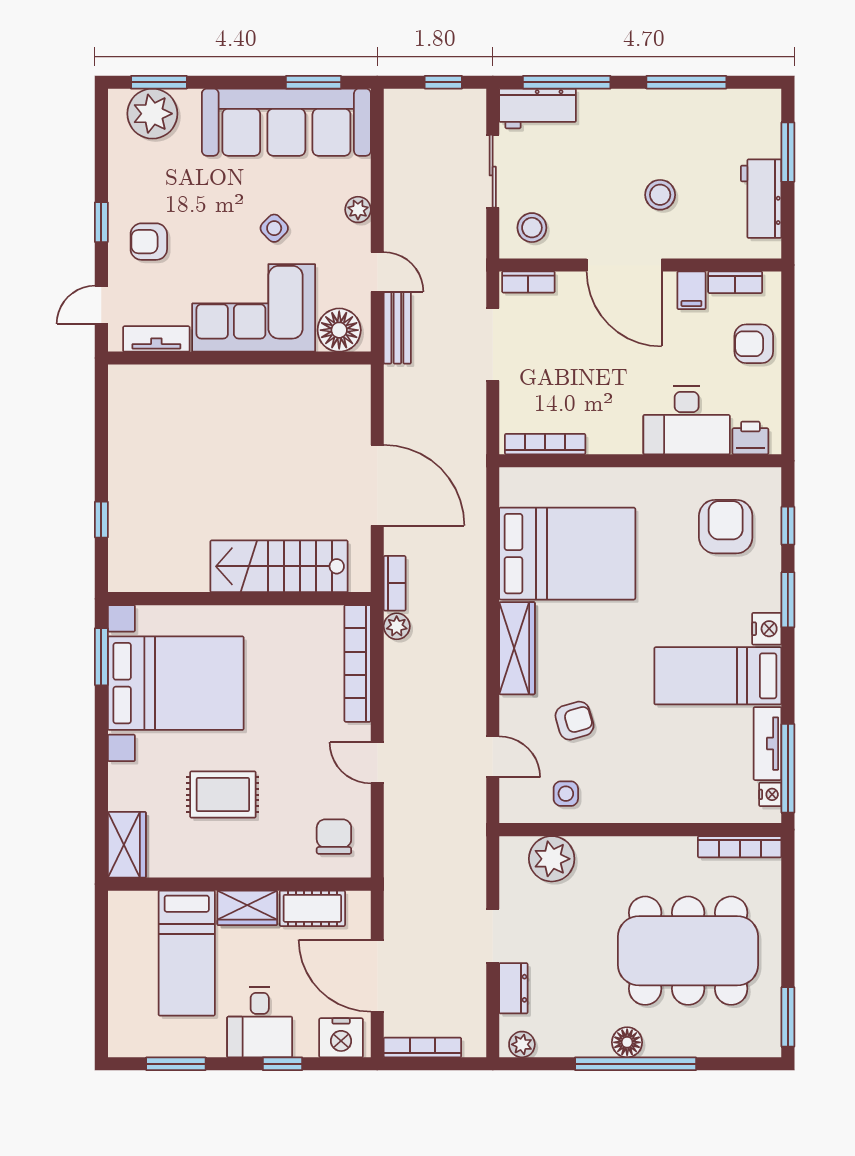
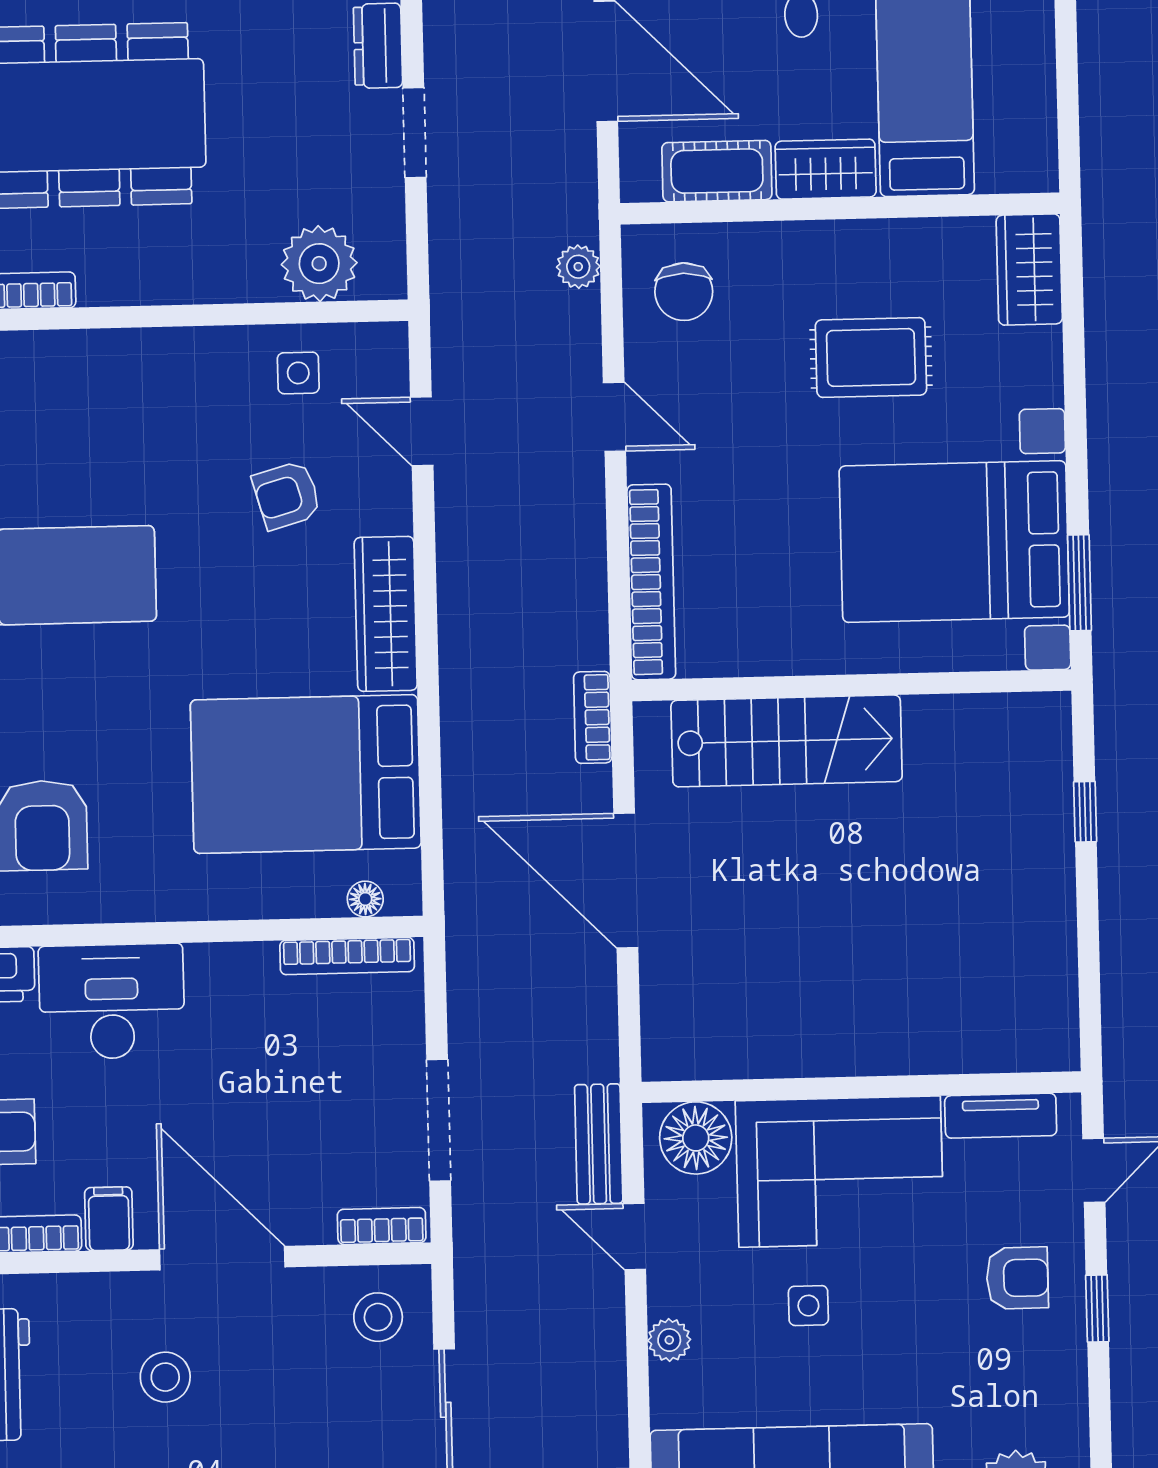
side table: (274, 228) -> (808, 1306), turned 45
floor lamp: (533, 478) -> (365, 899), added
plant: (397, 626) -> (578, 267), moved

